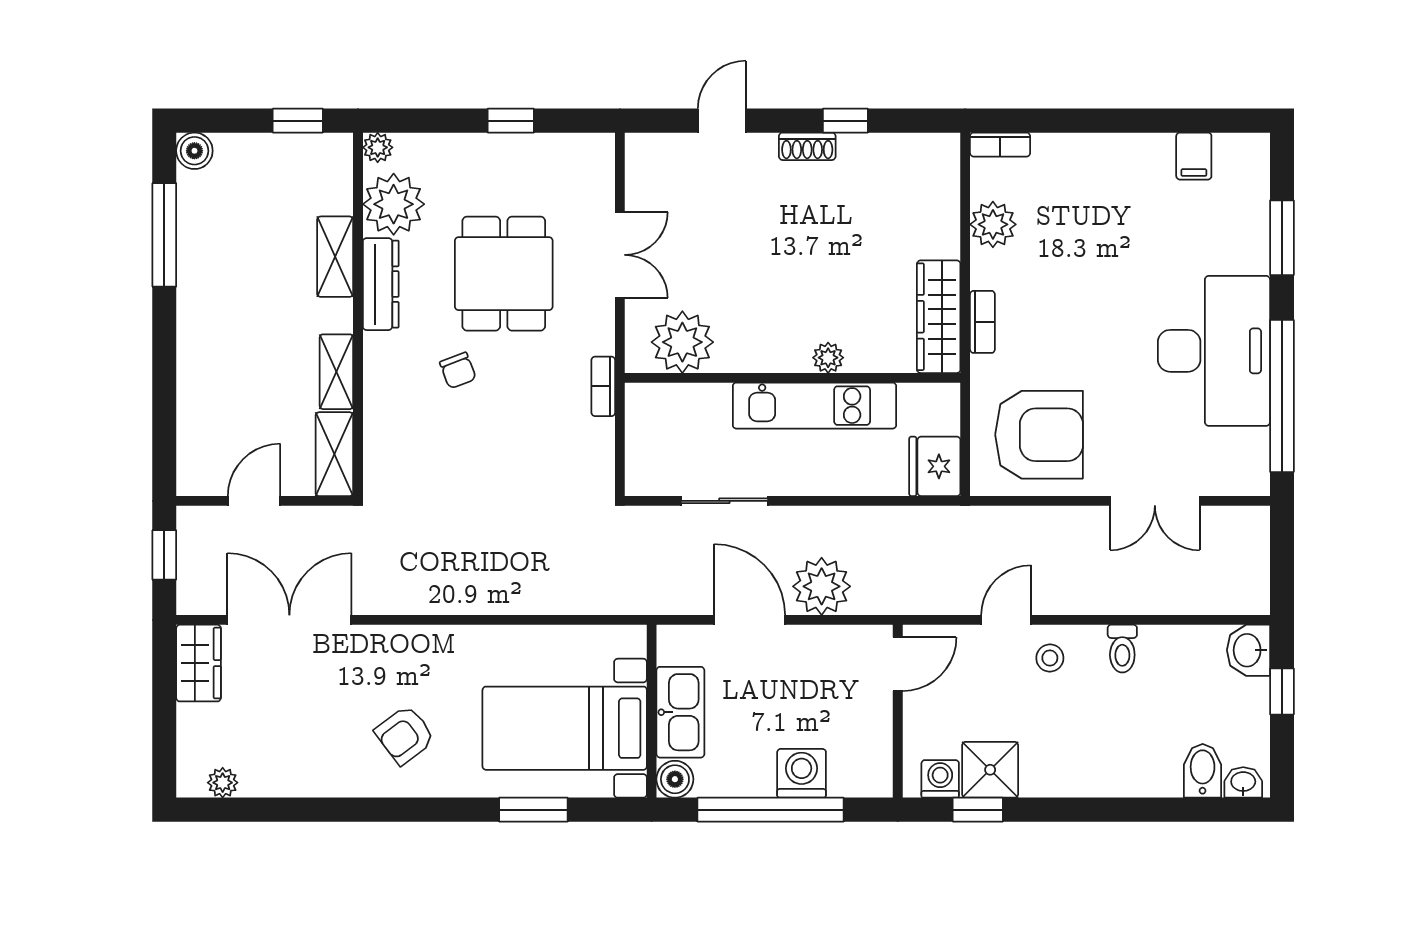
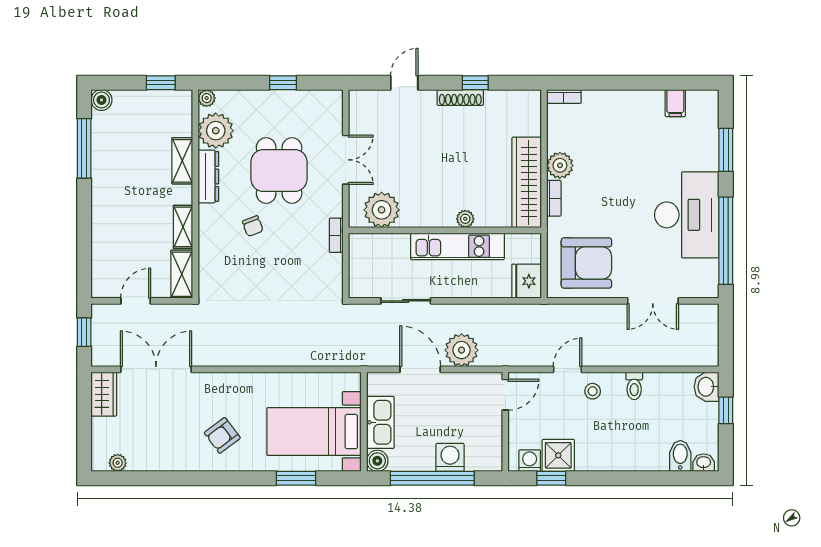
shoe rack: (807, 146) -> (460, 97), width x1.43
plant: (993, 224) -> (560, 165), moved
wardrobe: (939, 317) -> (527, 182), width x1.40, depth x1.17

